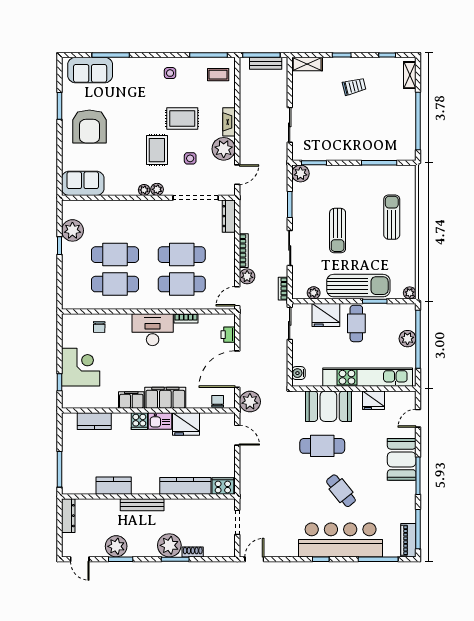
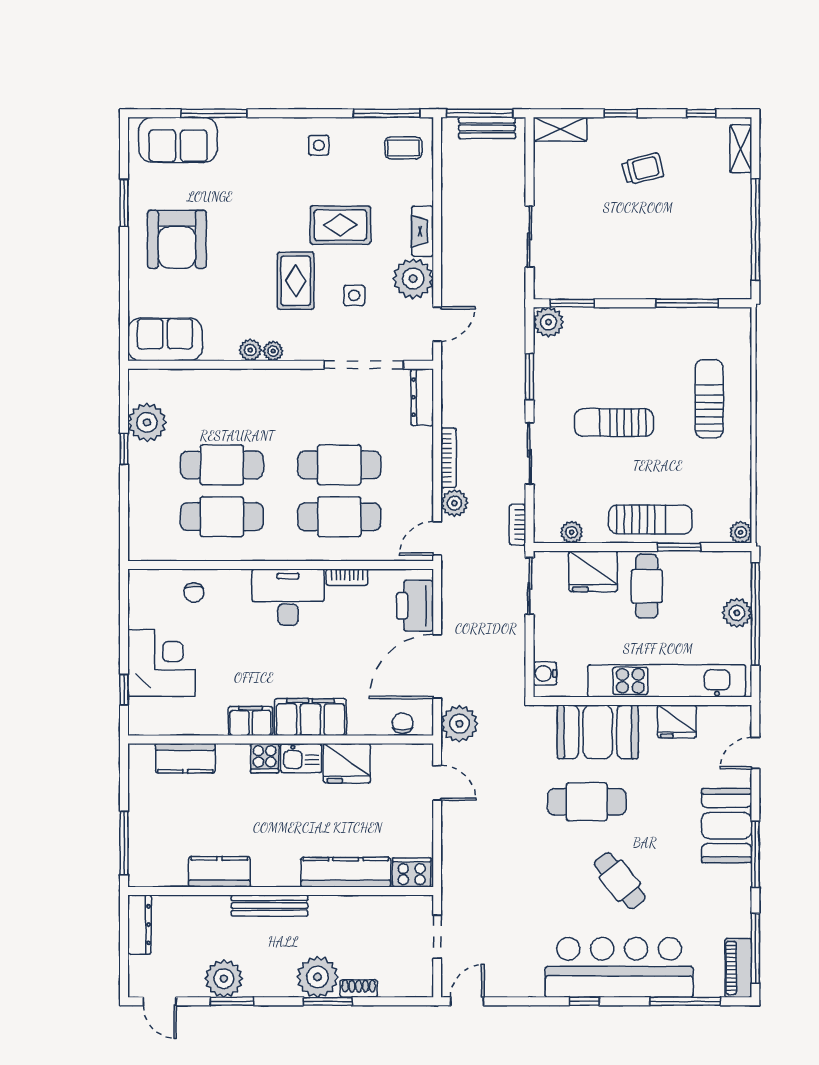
plant: (157, 189) -> (250, 350), moved
sun lounger: (338, 231) -> (614, 423), turned 90
sun lounger: (358, 286) -> (650, 519), width x0.73, depth x0.75
printer: (228, 335) -> (415, 606), width x1.87, depth x1.48

